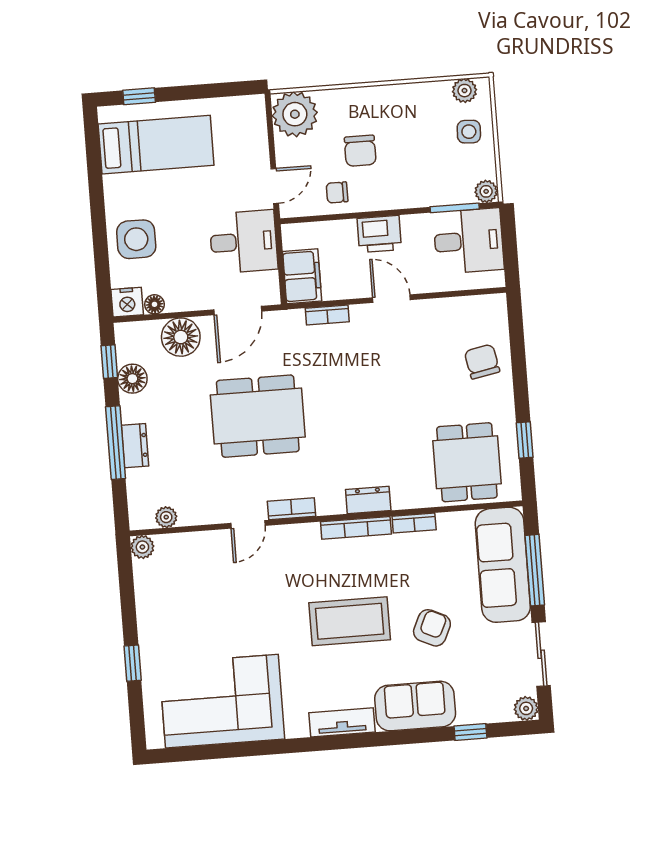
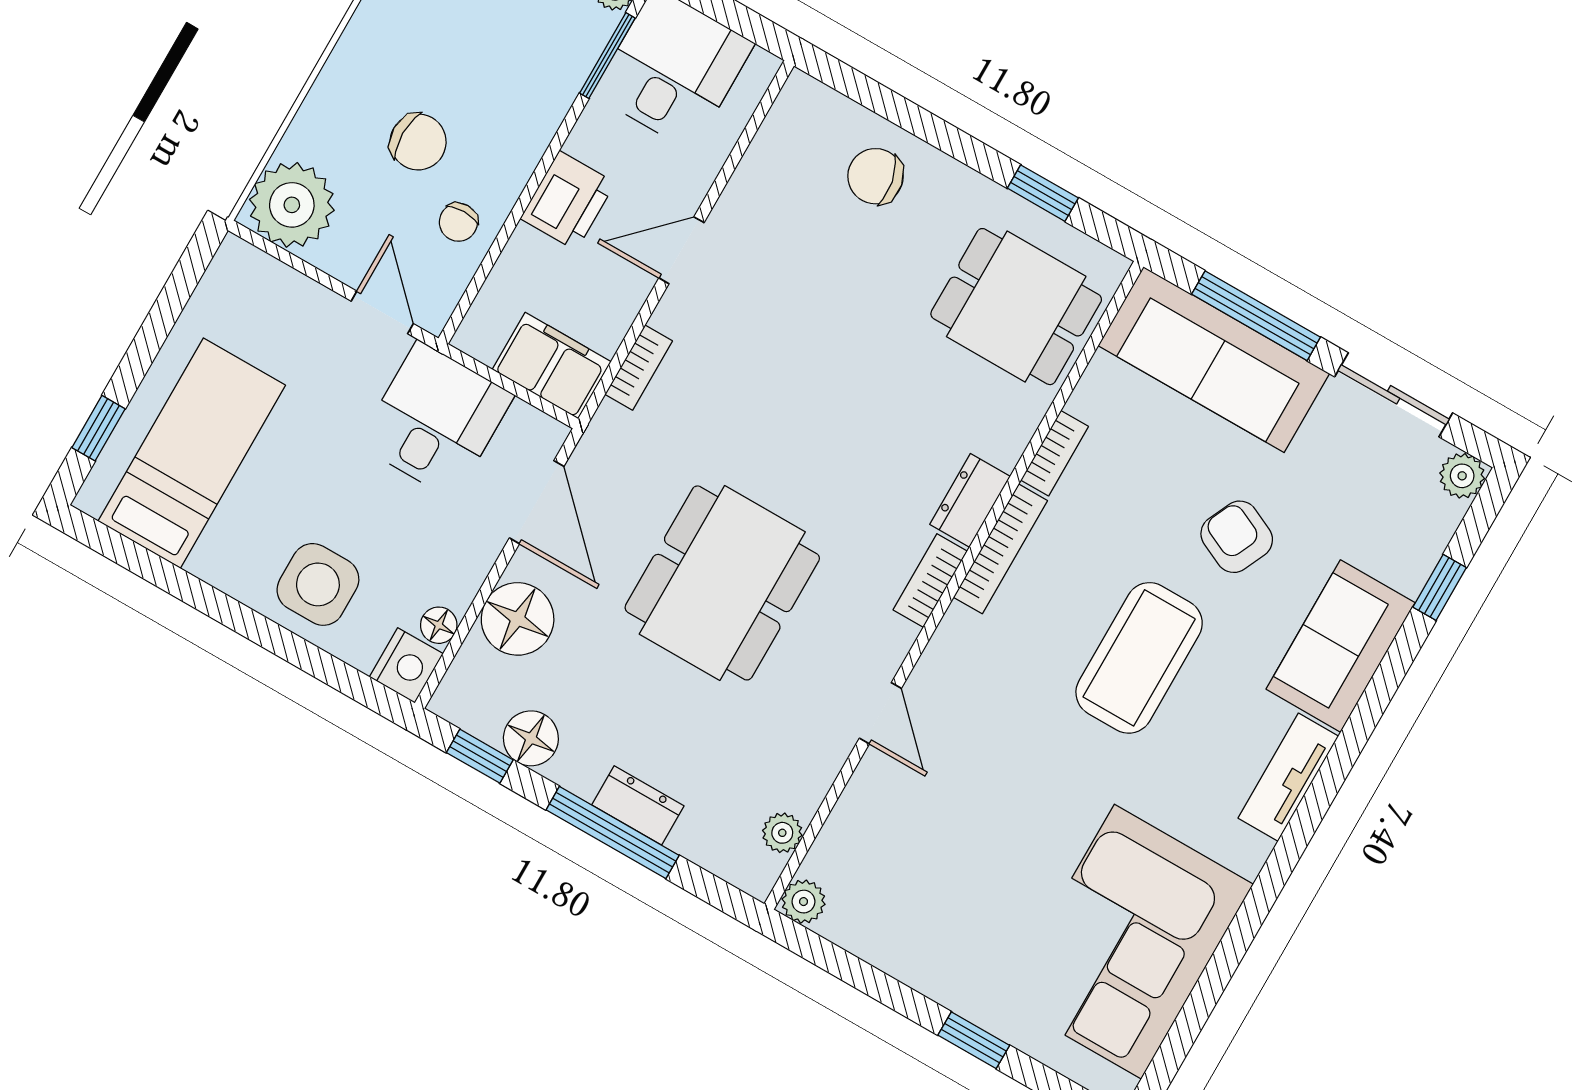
bookcase: (291, 509) -> (930, 581), moved

